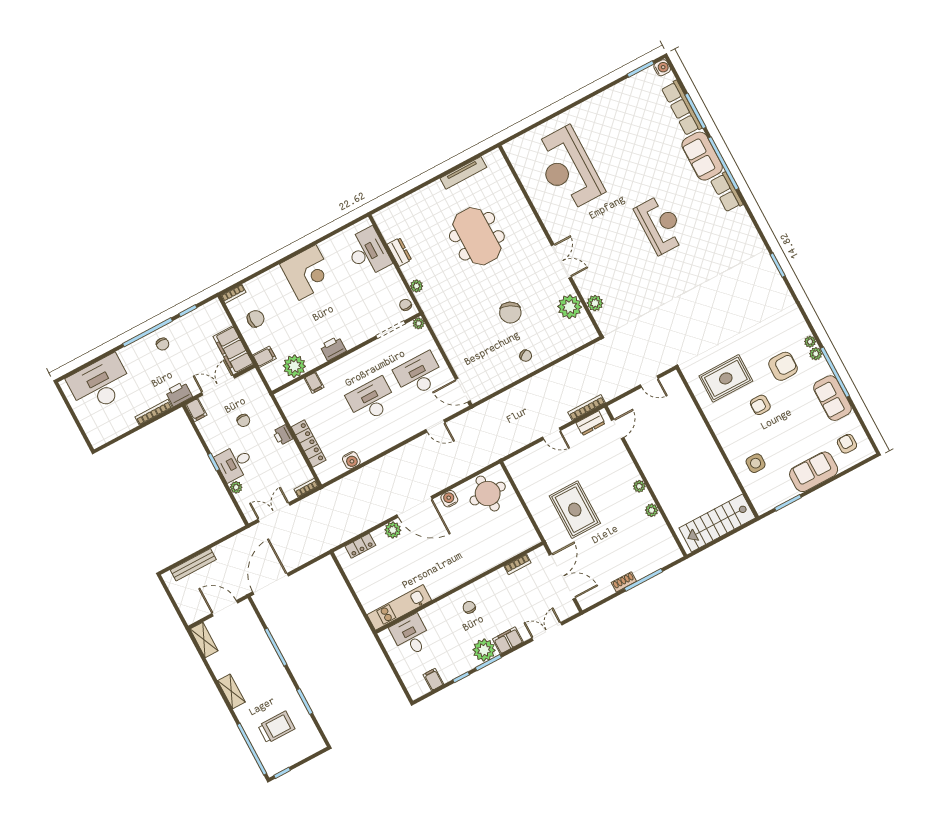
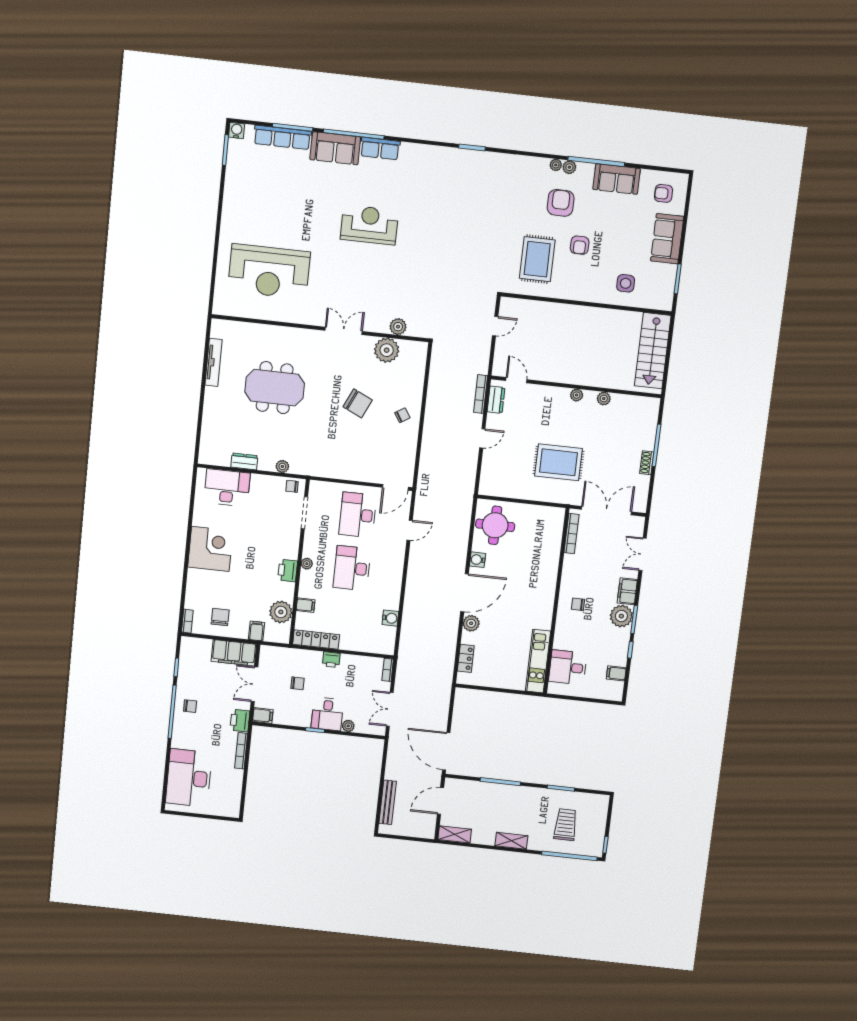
plant: (419, 323) -> (307, 564), moved
locker: (309, 444) -> (316, 639), moved
bookcase: (518, 564) -> (571, 534), width x1.56

